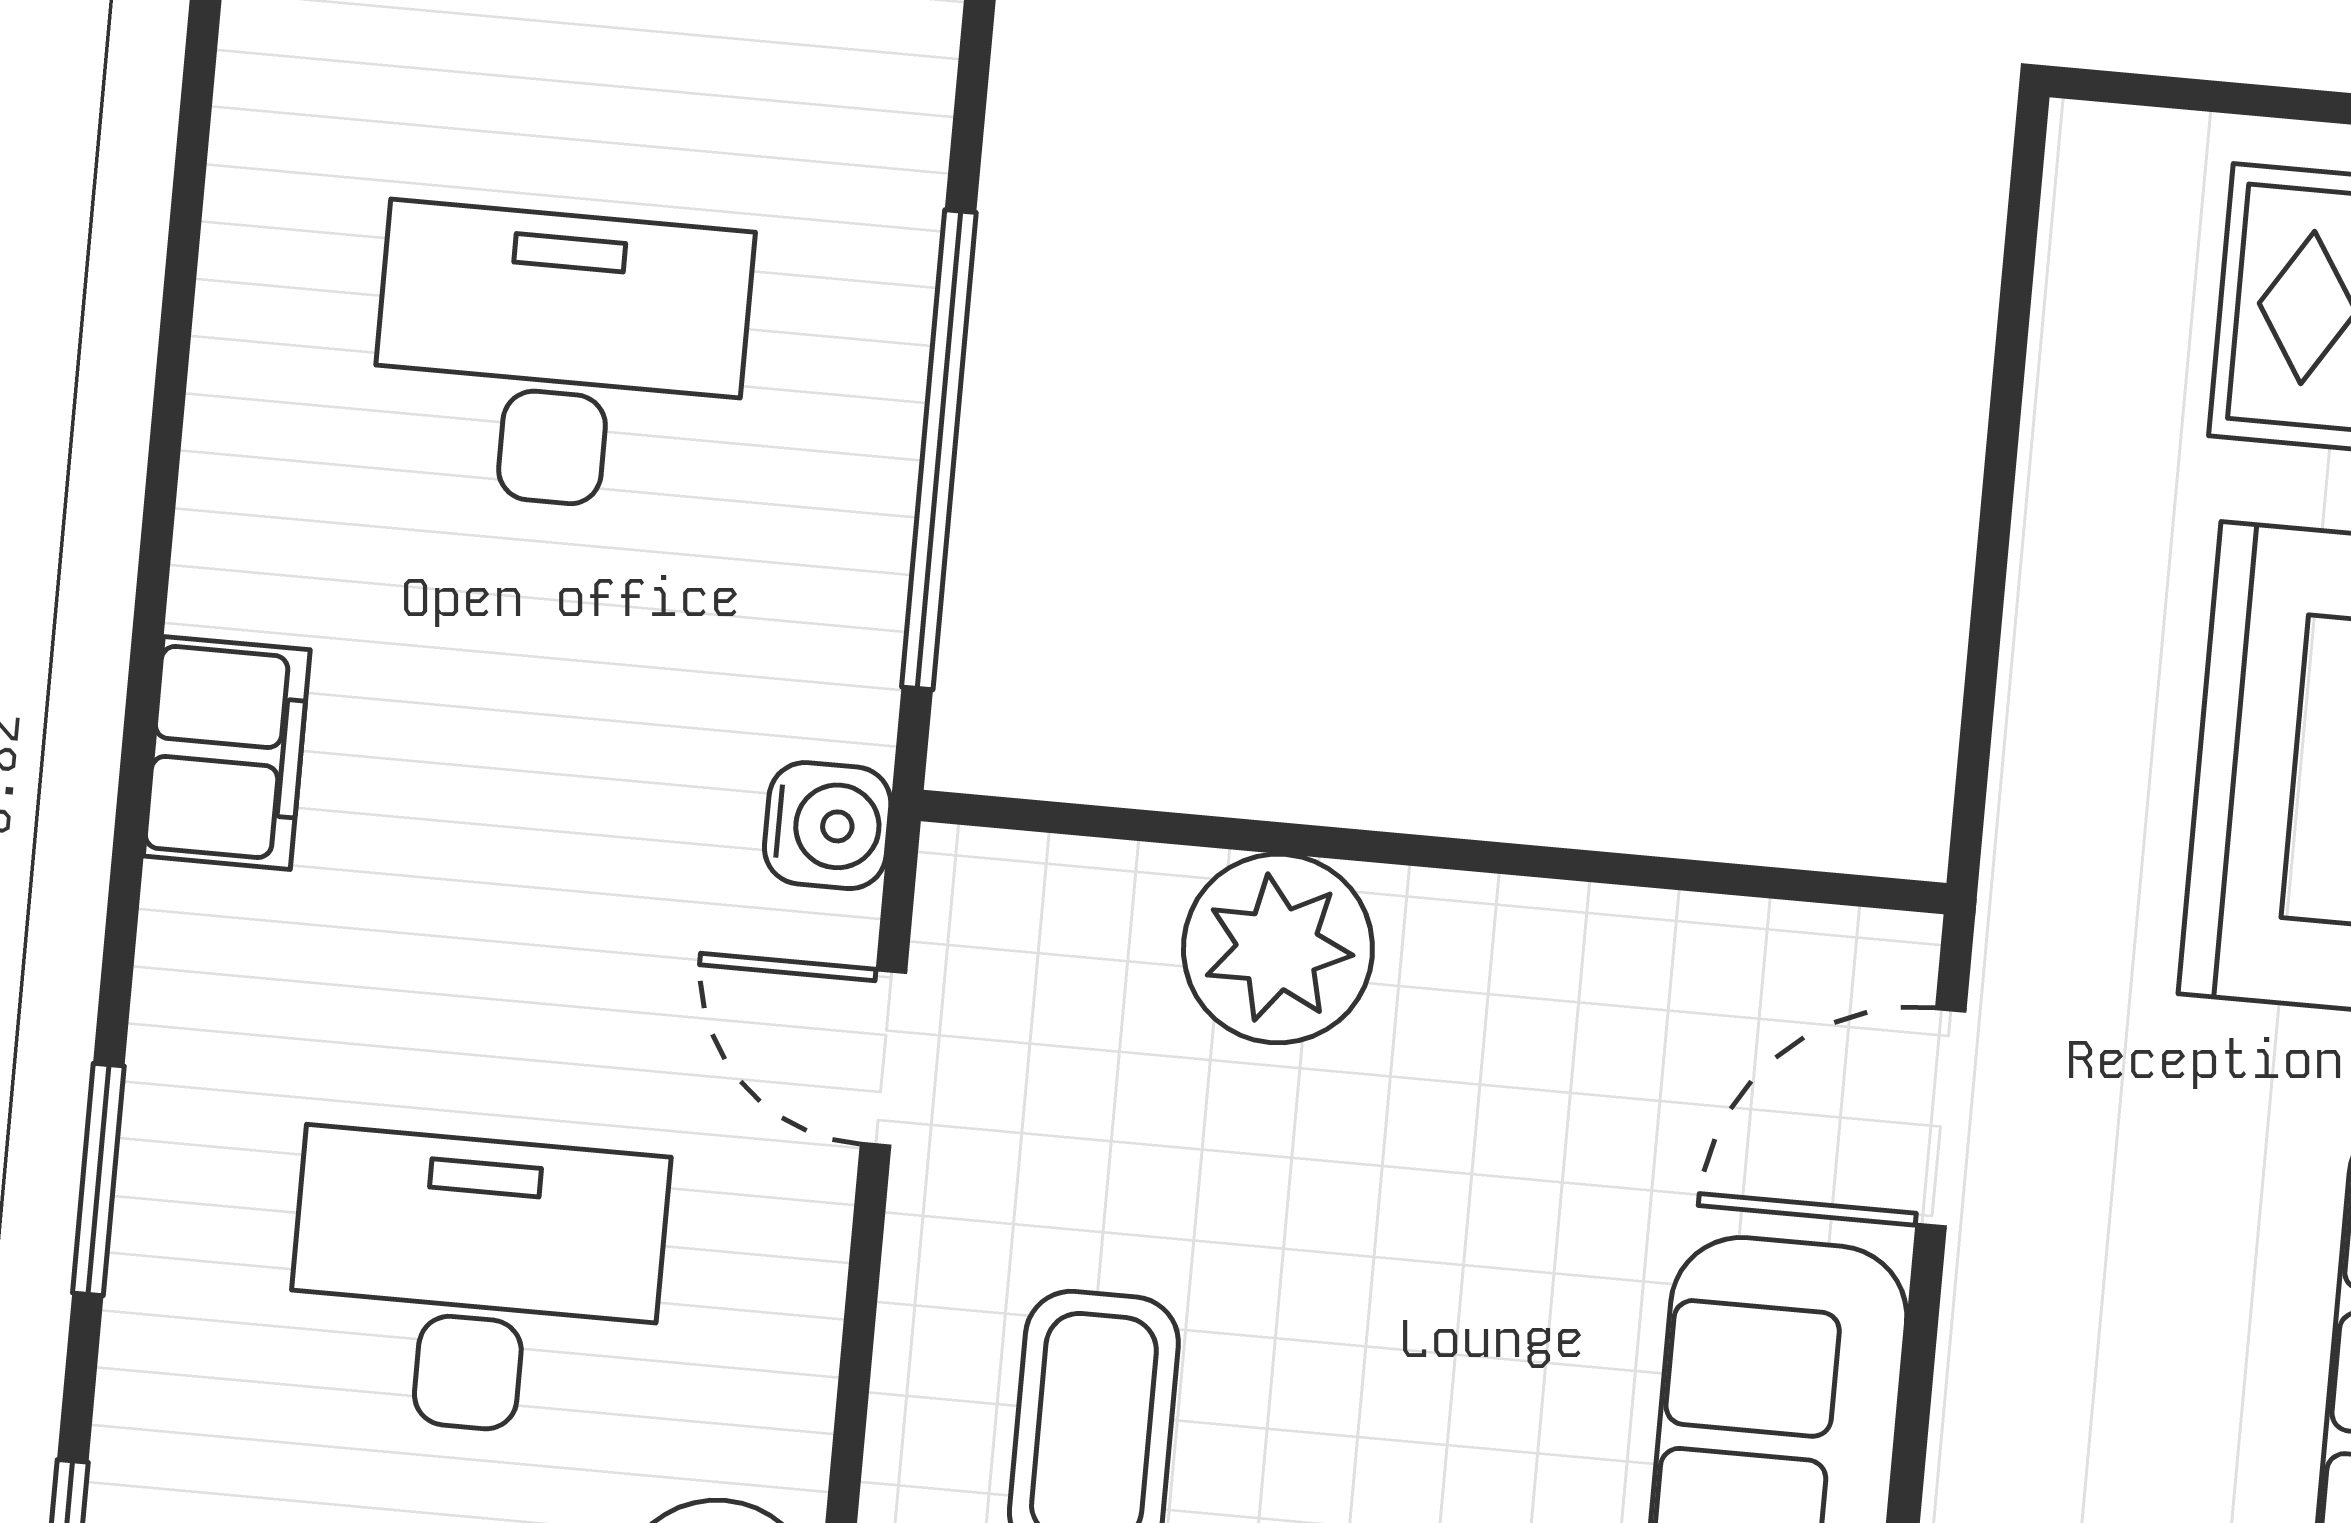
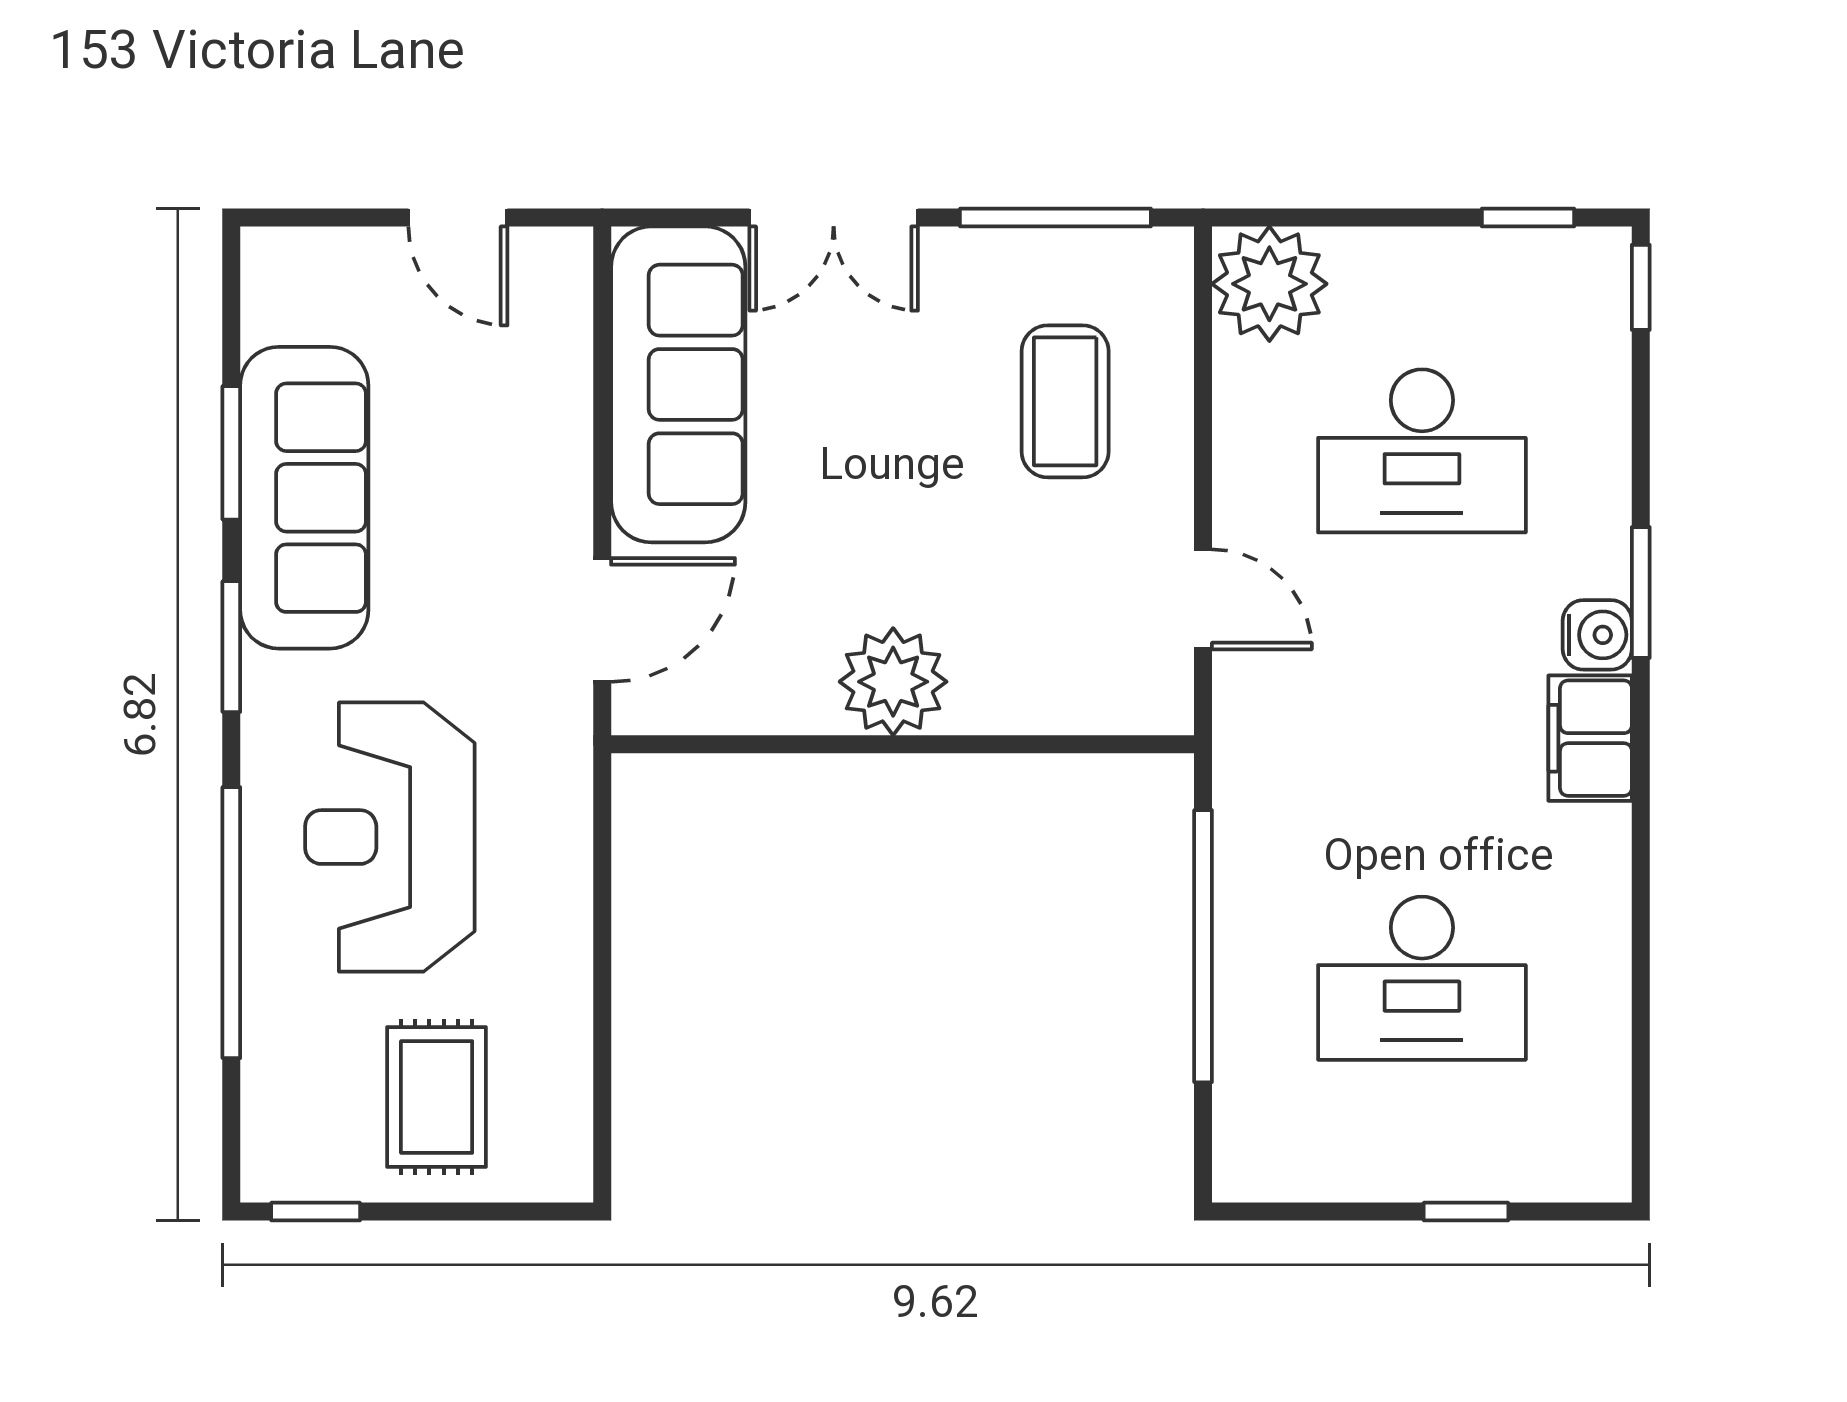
water cooler: (828, 826) -> (1597, 635), moved, turned 180
plant: (1278, 949) -> (893, 682), moved
window: (98, 1179) -> (1641, 592), moved

